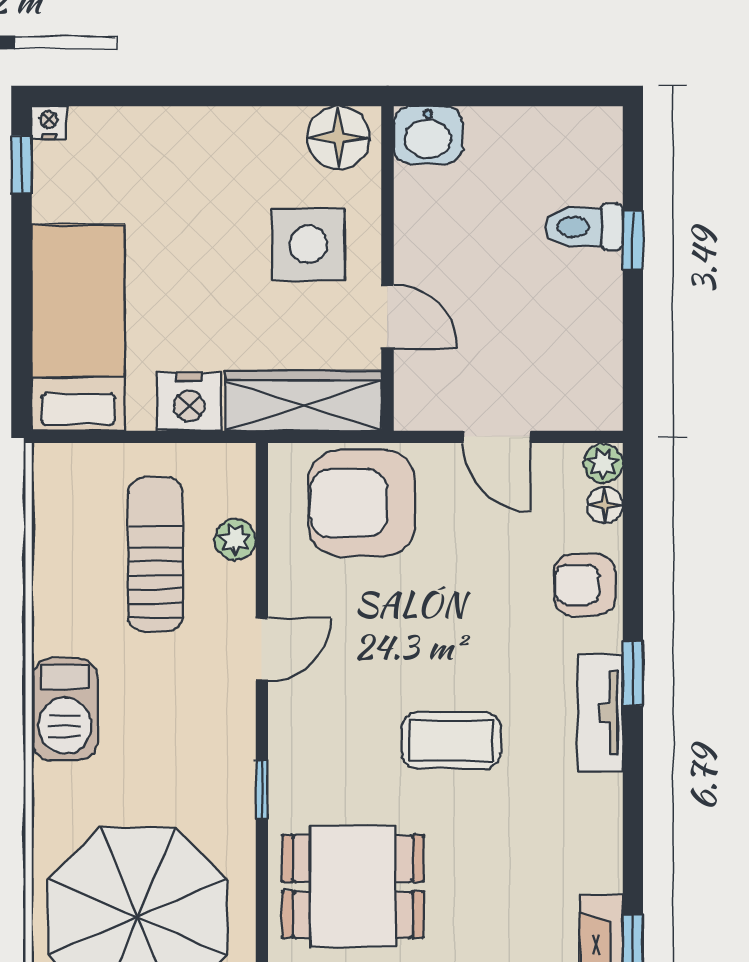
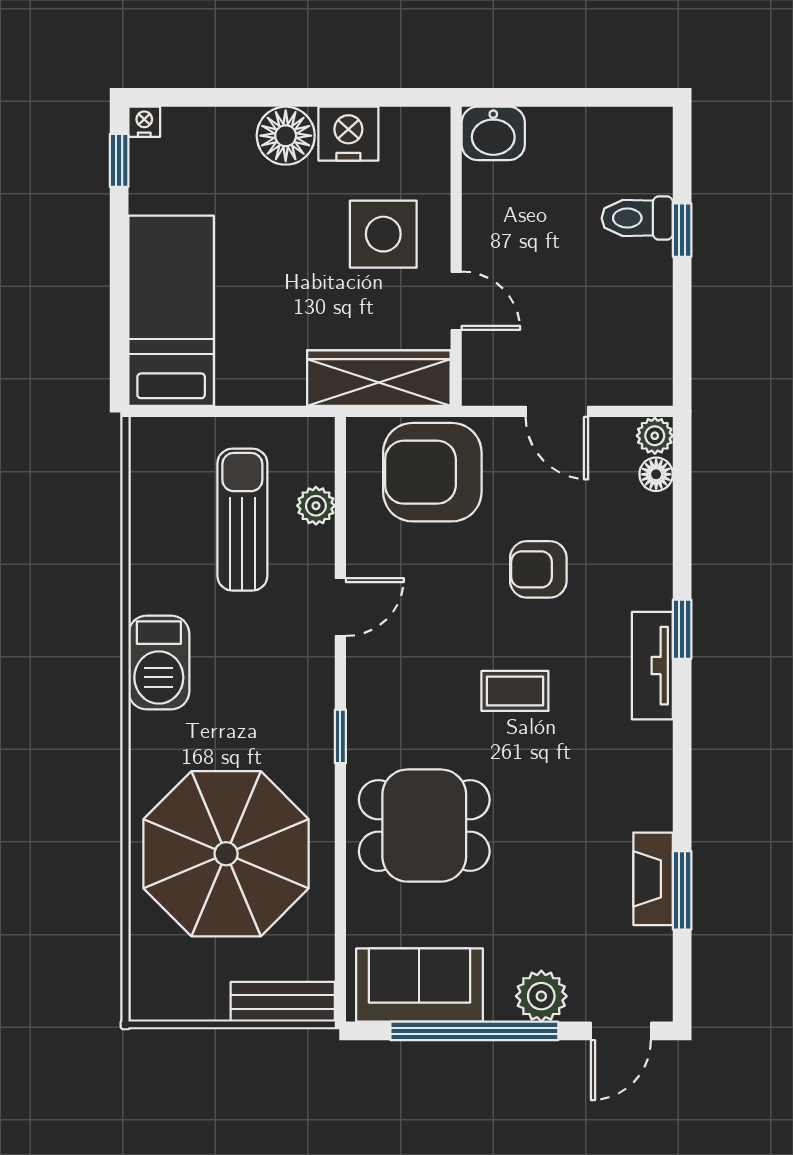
floor lamp: (339, 138) -> (286, 136), moved
nightstand: (189, 402) -> (348, 134), moved, turned 180
armchair: (584, 585) -> (538, 569), moved
coffee table: (451, 740) -> (515, 691), width x0.73, depth x0.77

